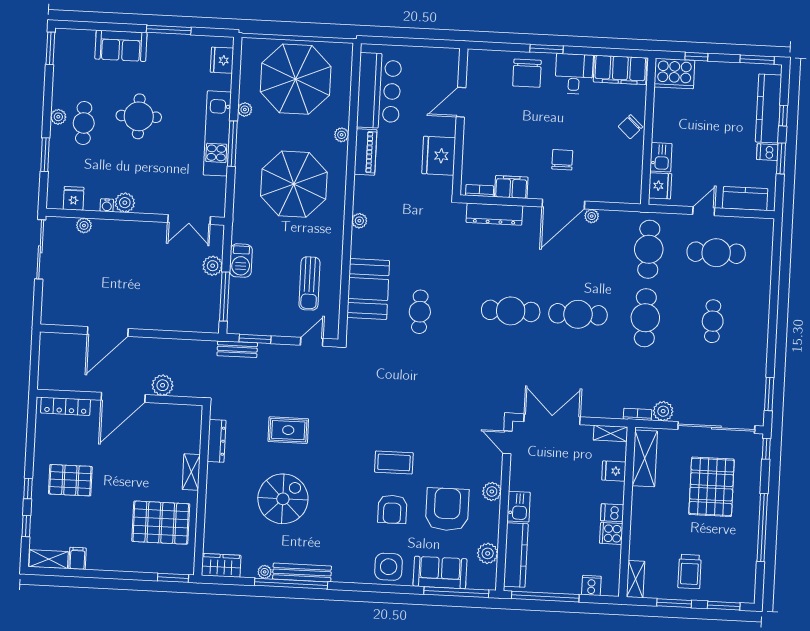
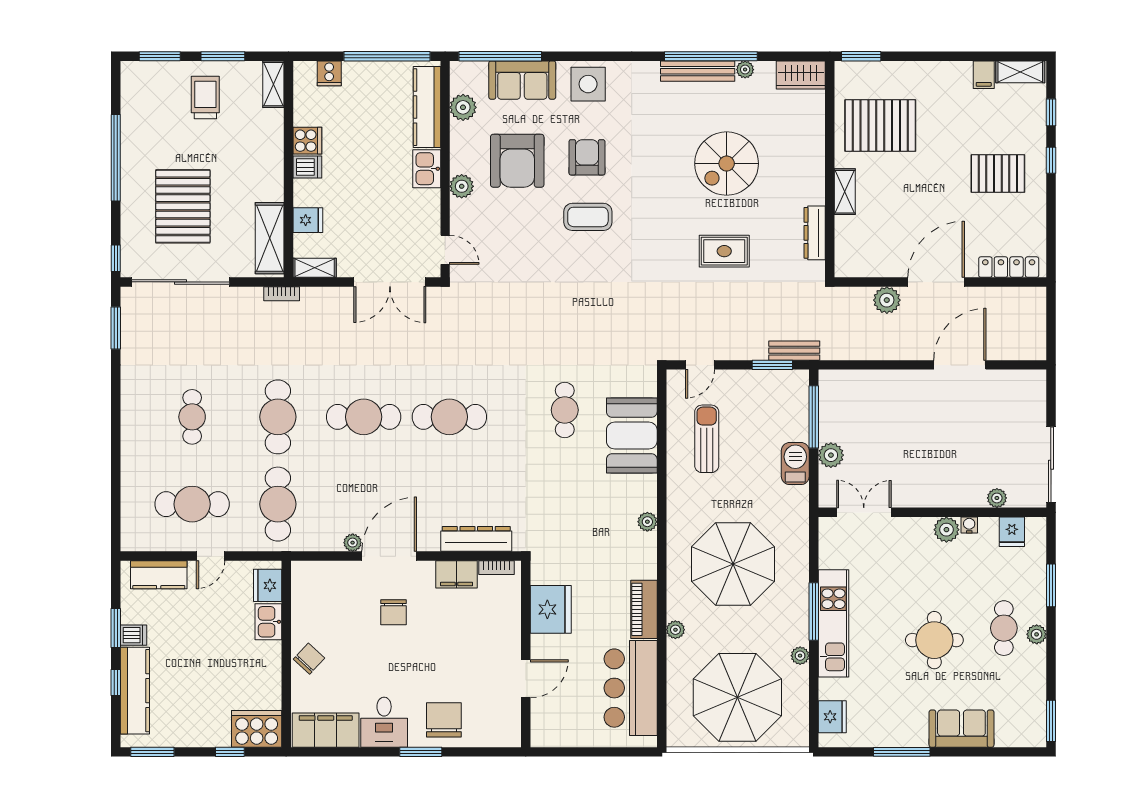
plant: (663, 411) -> (249, 299), removed

